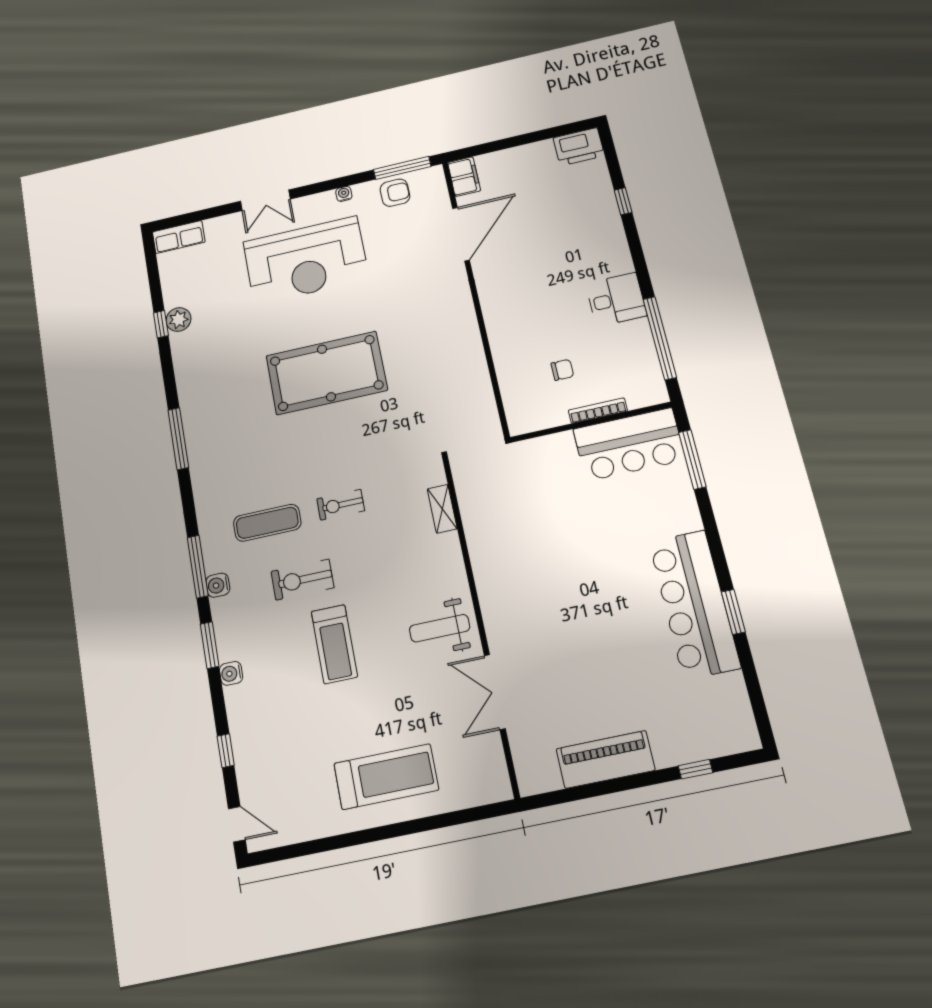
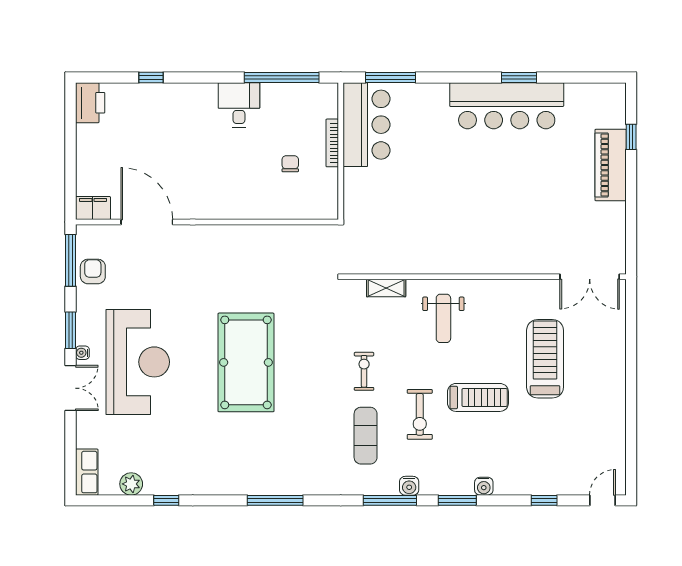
window: (327, 186) -> (71, 330), added
water cooler: (344, 194) -> (82, 353), moved
plant: (178, 320) -> (131, 484), moved
exercise bike: (341, 505) -> (364, 371), turned 180
weight bench: (440, 628) -> (443, 318), moved
double door: (495, 692) -> (590, 277), moved
piano: (606, 759) -> (611, 165), moved
treadmill: (386, 777) -> (545, 359), moved

